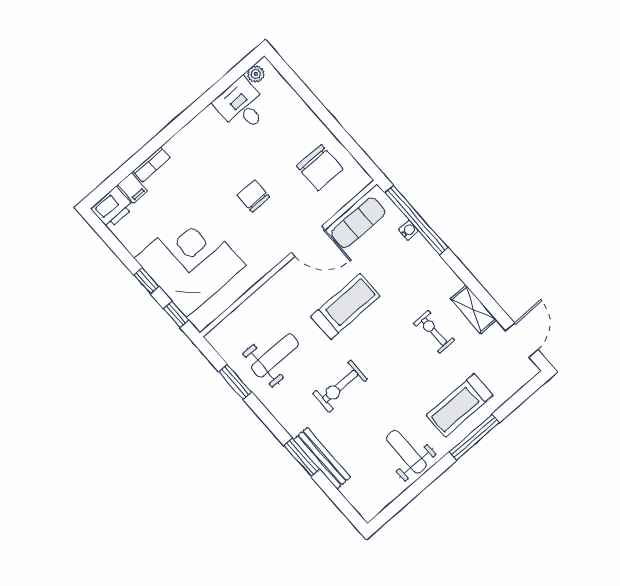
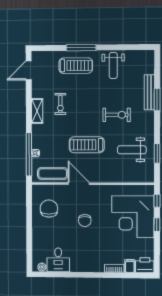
shelving: (474, 309) -> (37, 111), moved

